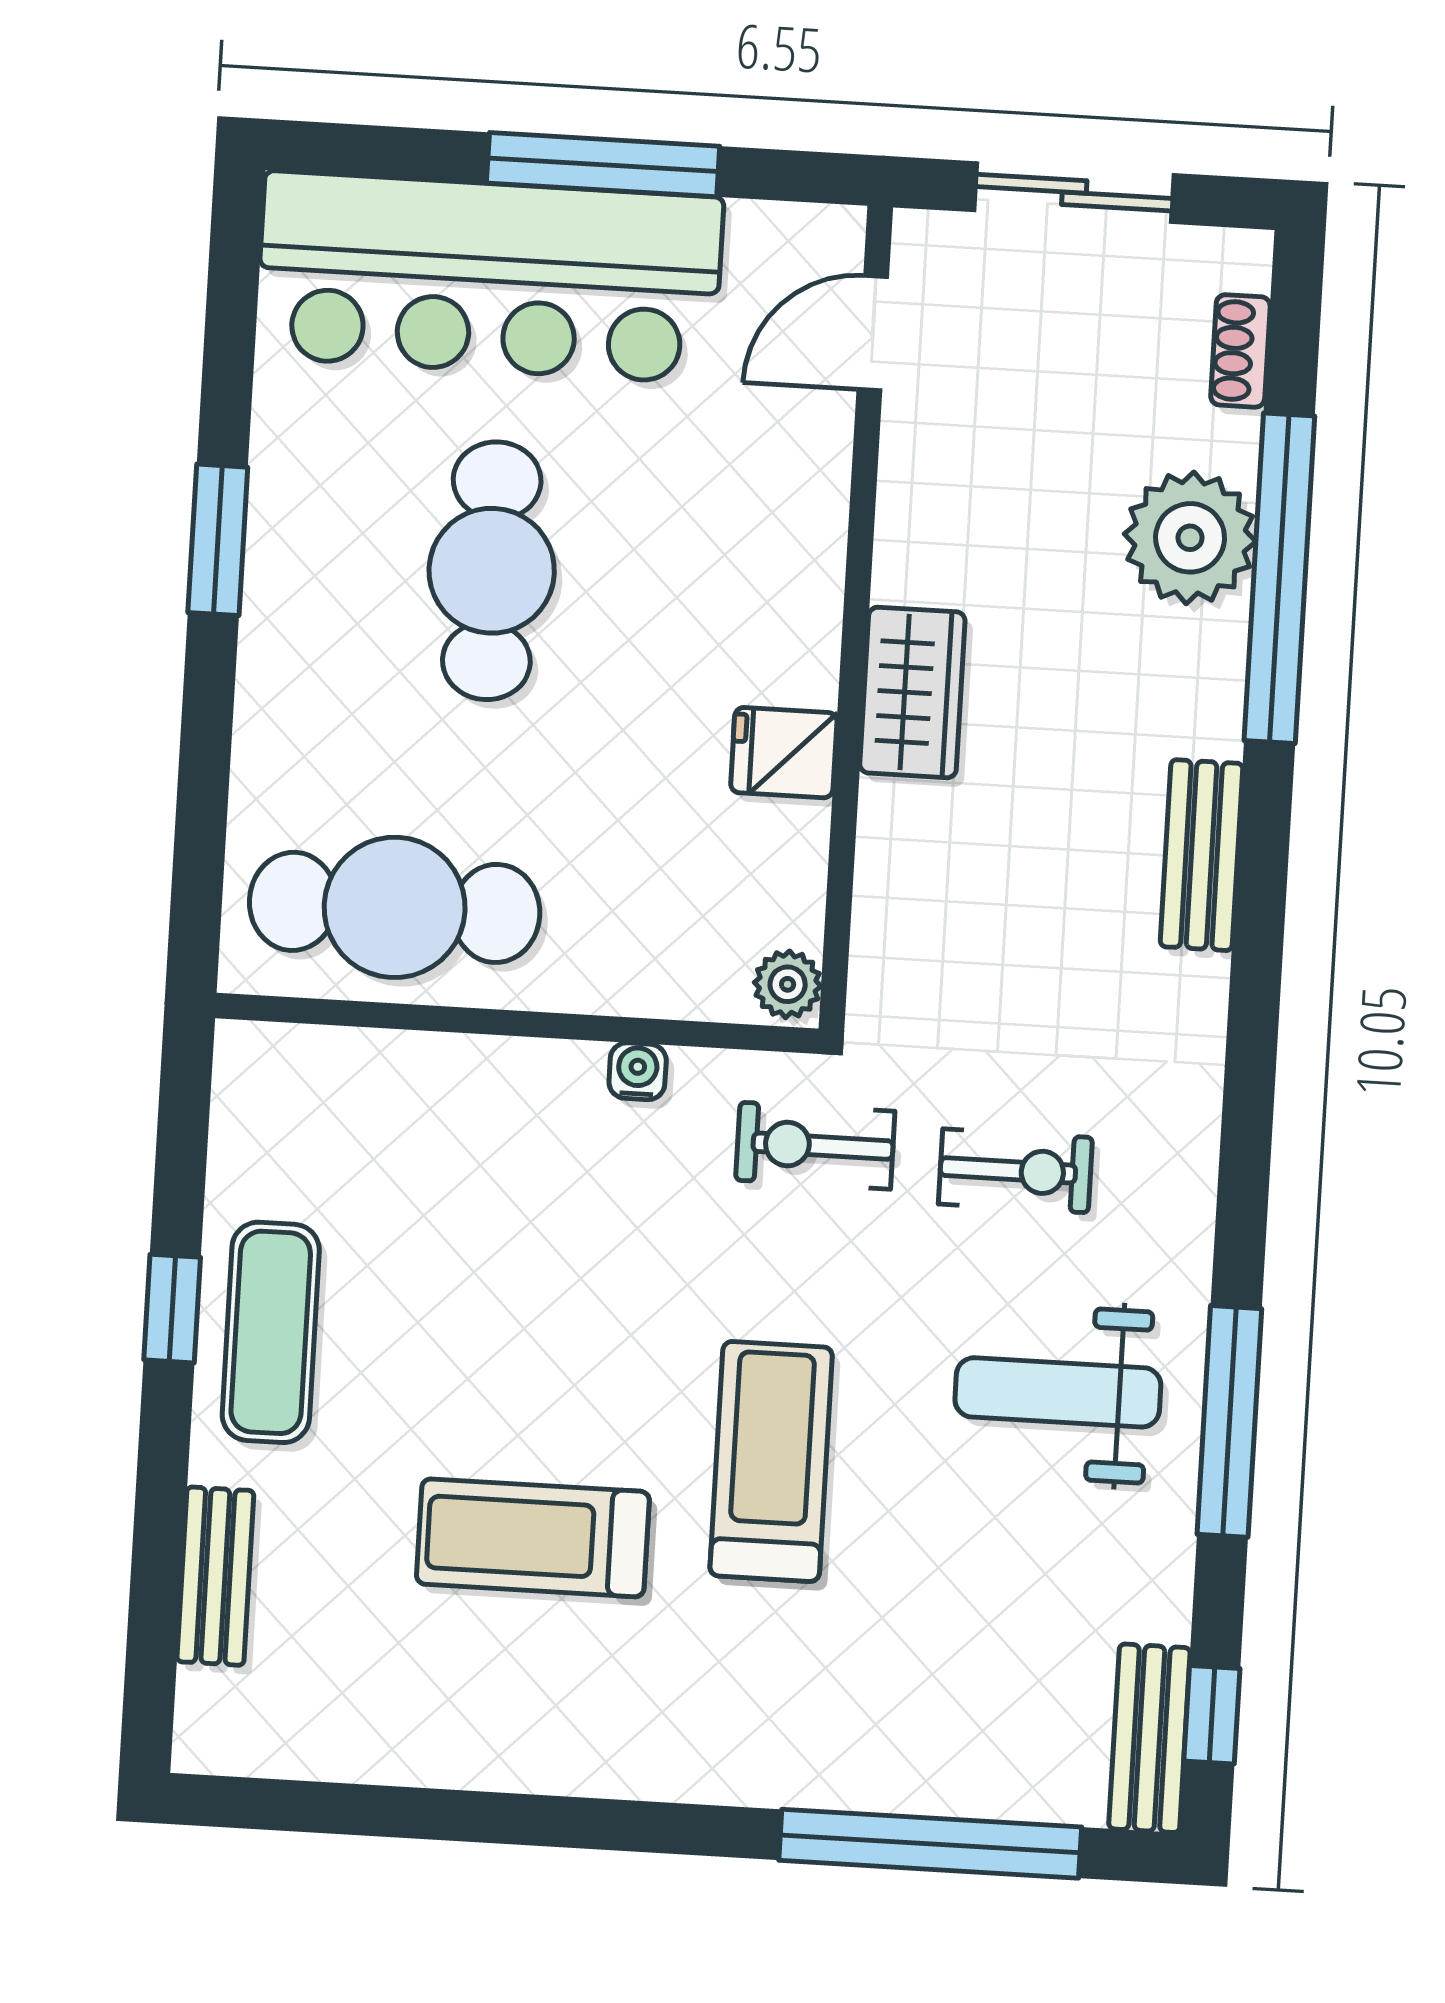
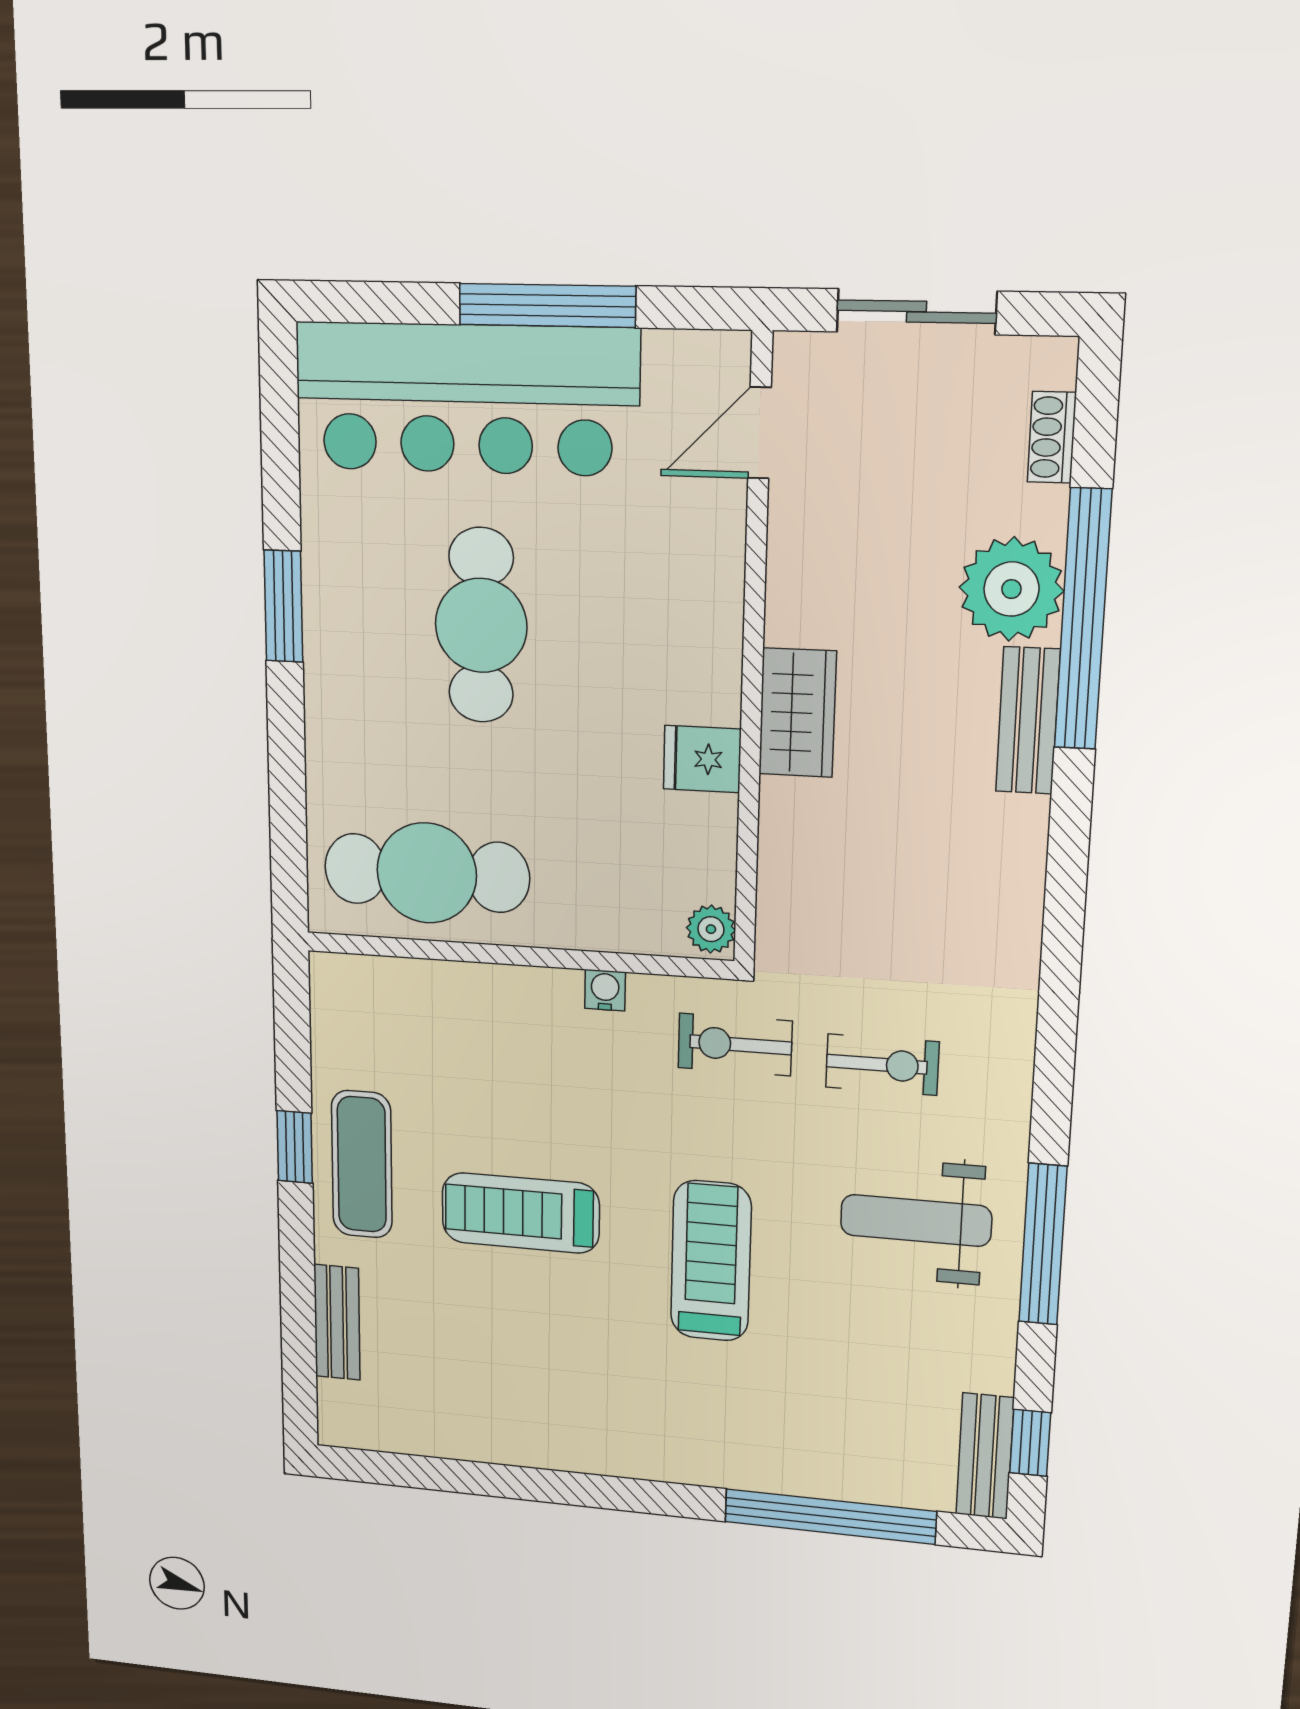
bench: (1202, 855) -> (1028, 721), moved
treadmill: (533, 1538) -> (521, 1213), moved

